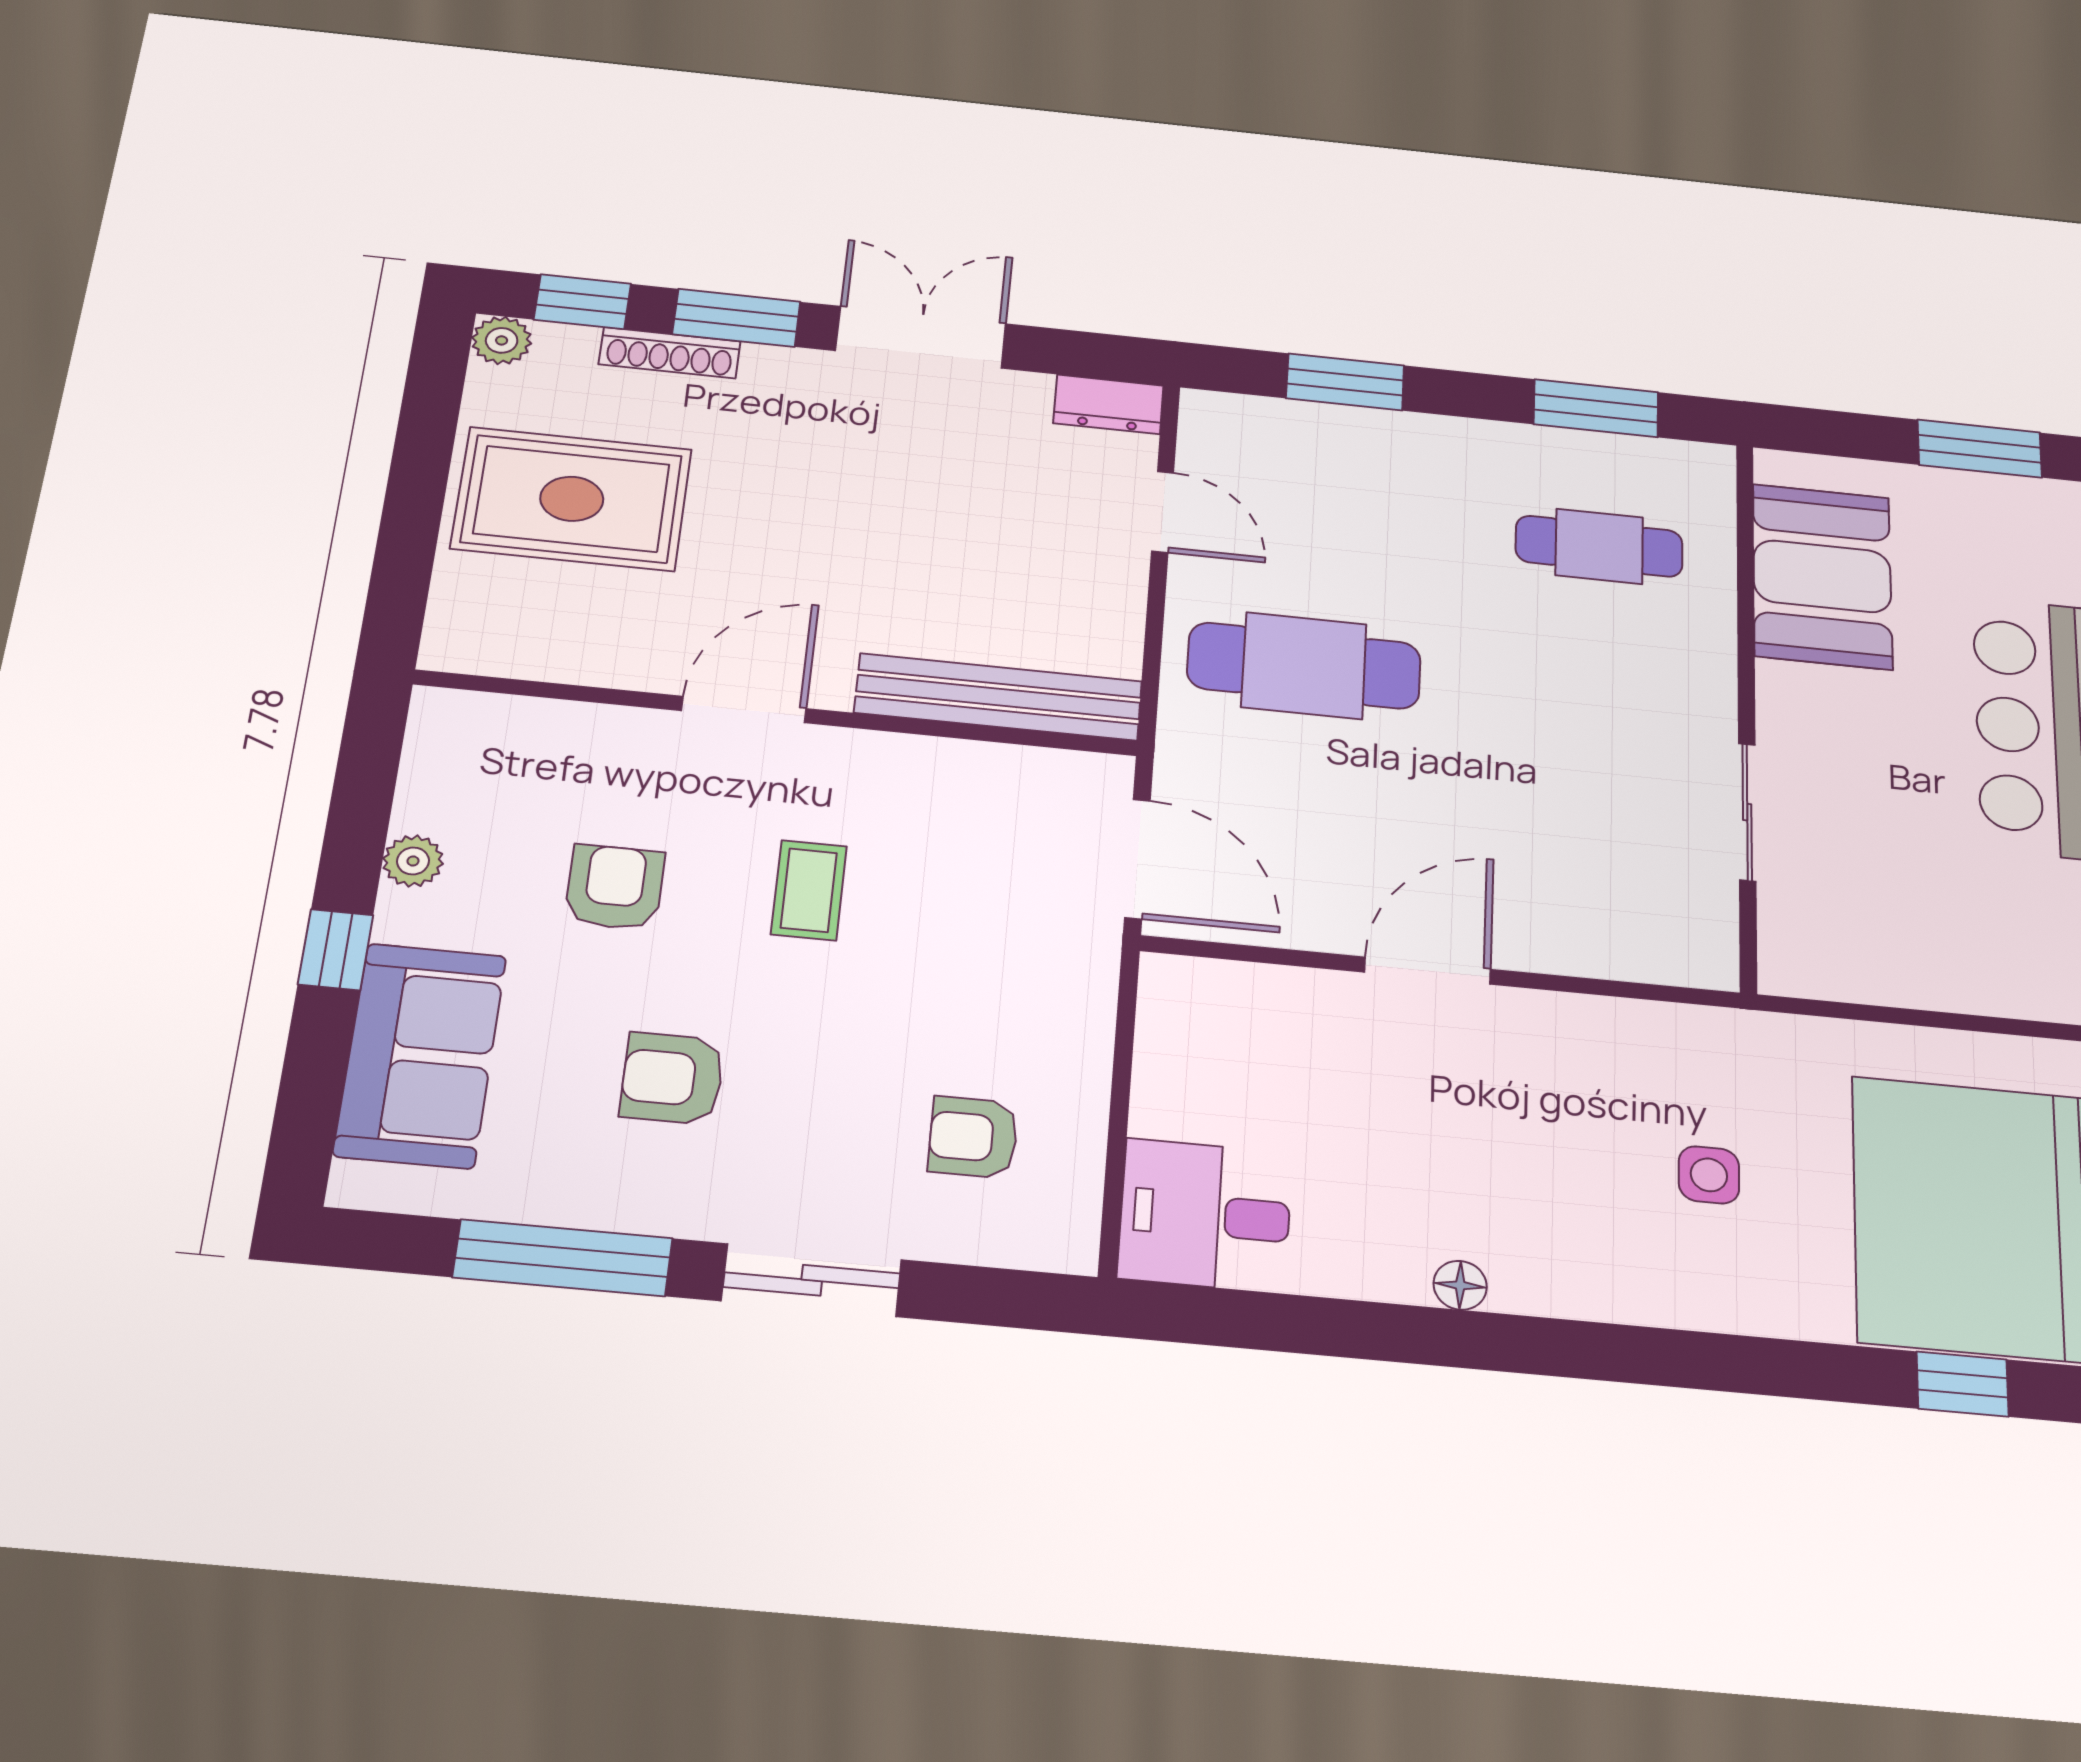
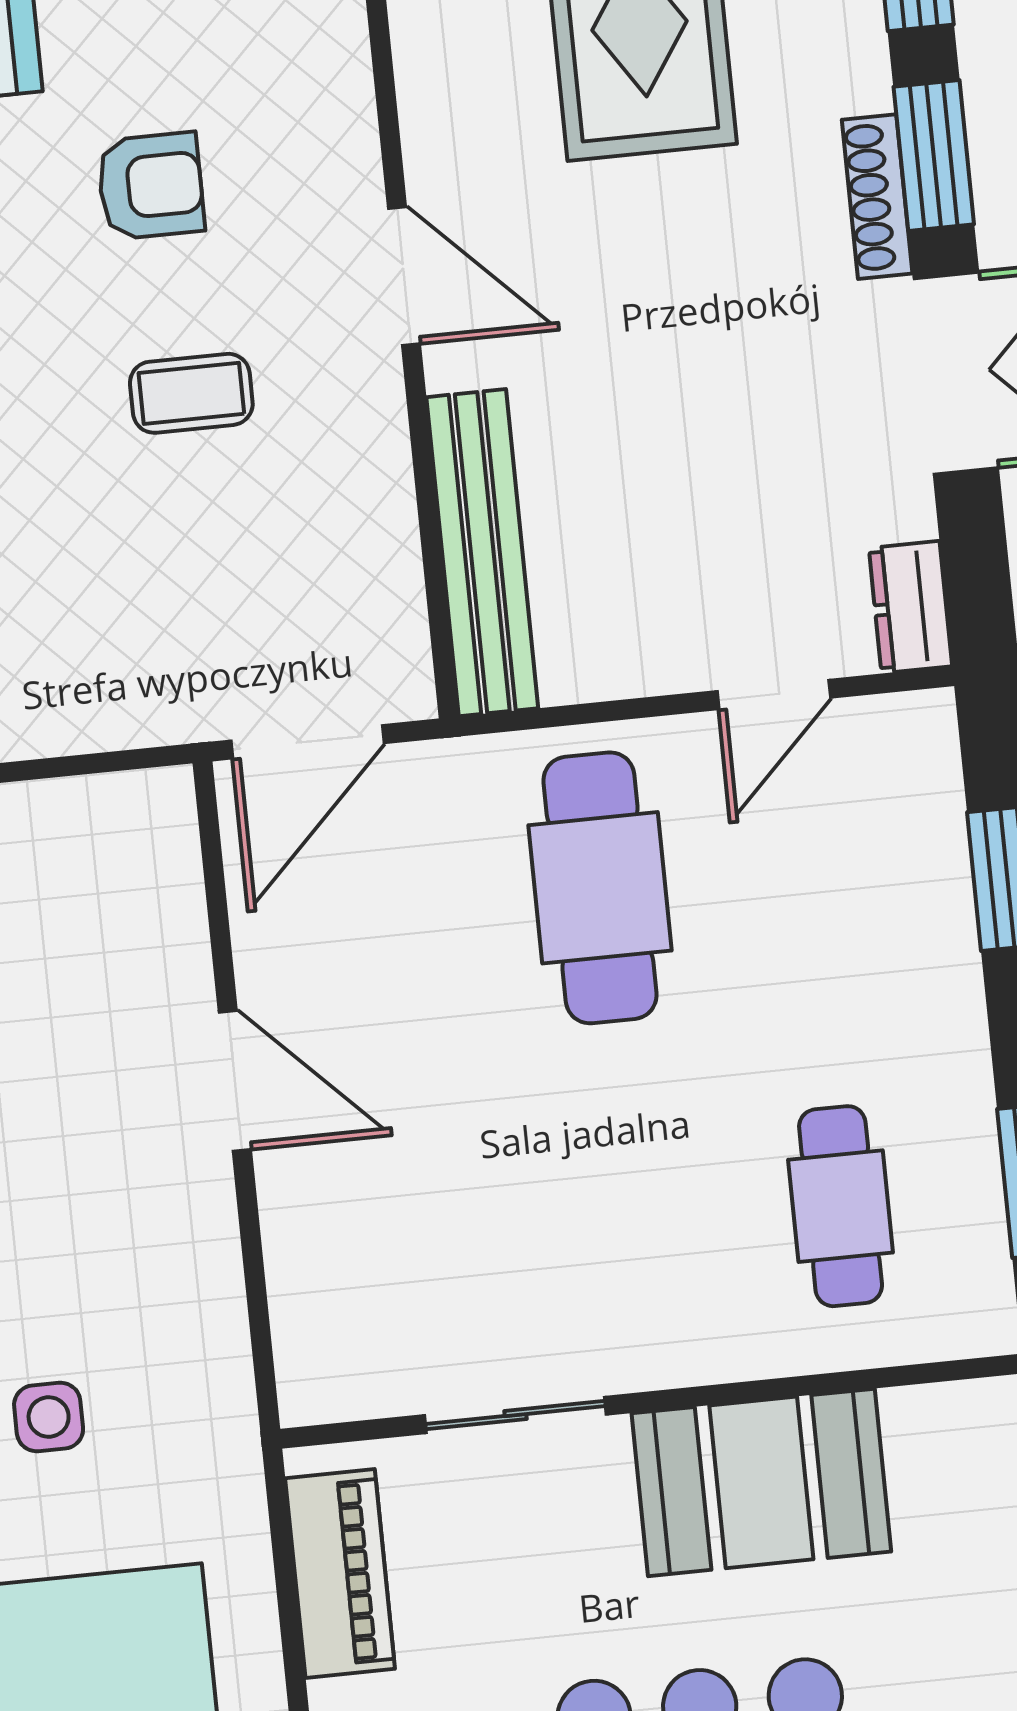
shoe rack: (670, 353) -> (877, 197), moved
booth: (1822, 576) -> (761, 1482), moved
piano: (1871, 970) -> (340, 1573), added

